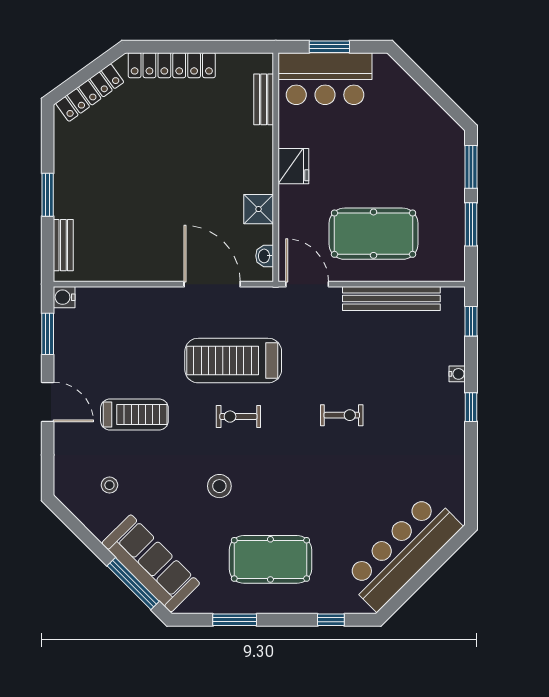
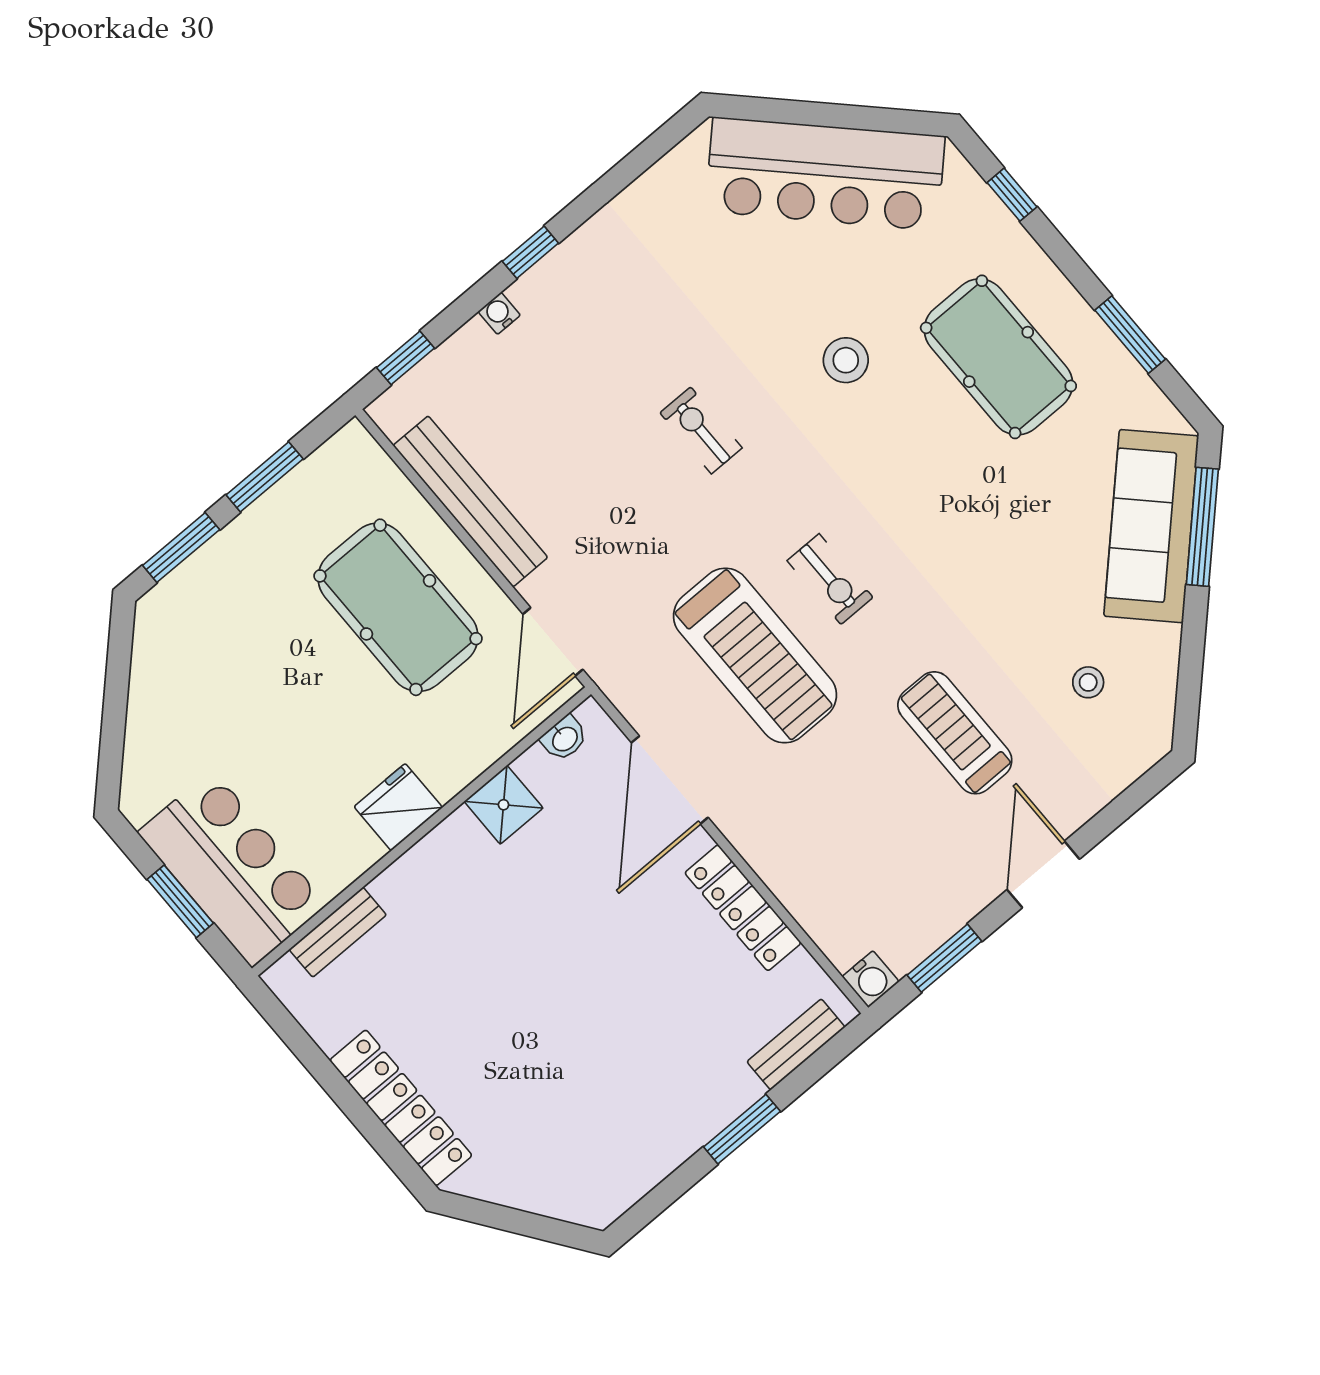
locker: (90, 93) -> (743, 908), moved, turned -144
stool: (219, 486) -> (846, 360), moved

